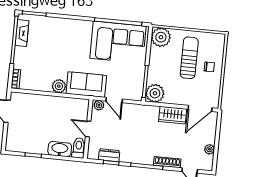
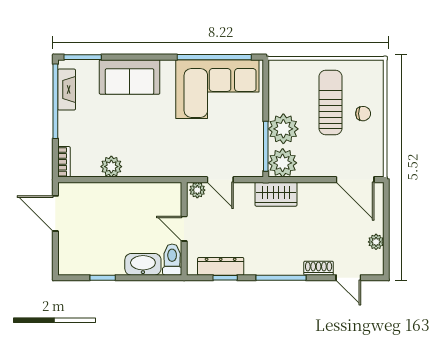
plant: (161, 37) -> (283, 129), moved
sofa: (86, 85) -> (130, 77), moved, turned 180
plant: (59, 86) -> (111, 167), moved
door: (200, 108) -> (355, 180), hinge flipped
wardrobe: (173, 115) -> (276, 194), moved
dresser: (109, 155) -> (221, 266), width x1.44
shoe rack: (167, 162) -> (319, 268), width x0.70

